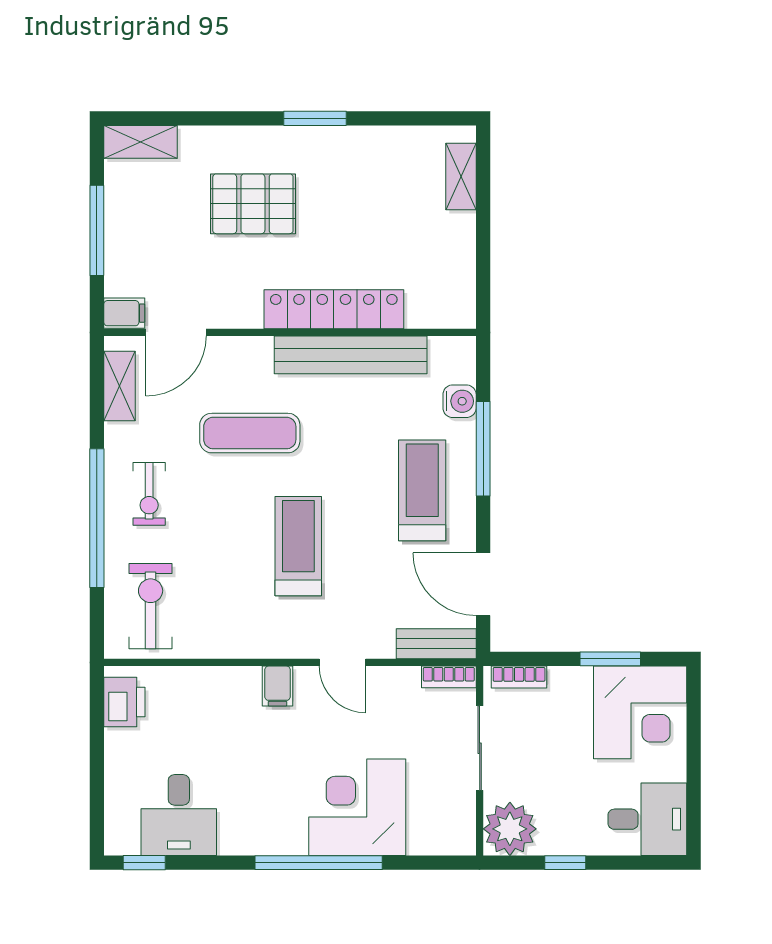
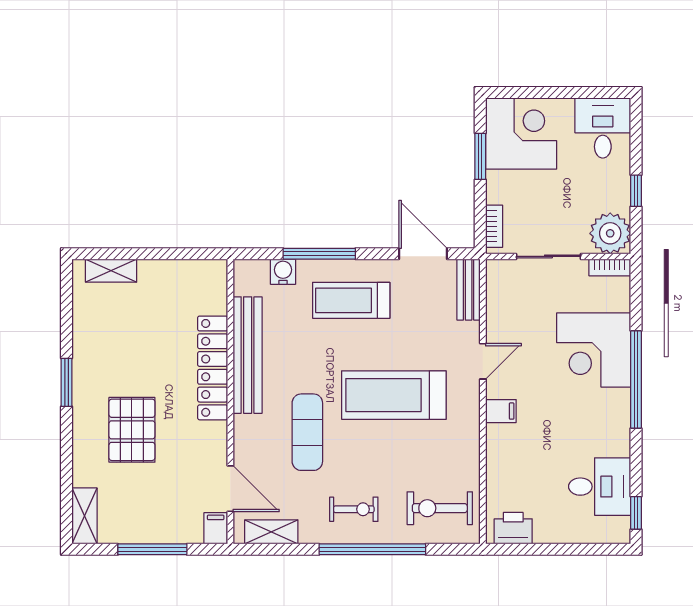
treadmill: (298, 546) -> (394, 395), width x1.37, depth x1.38
door: (483, 584) -> (423, 254), swing flipped
bookcase: (449, 677) -> (610, 267), moved, turned 90

